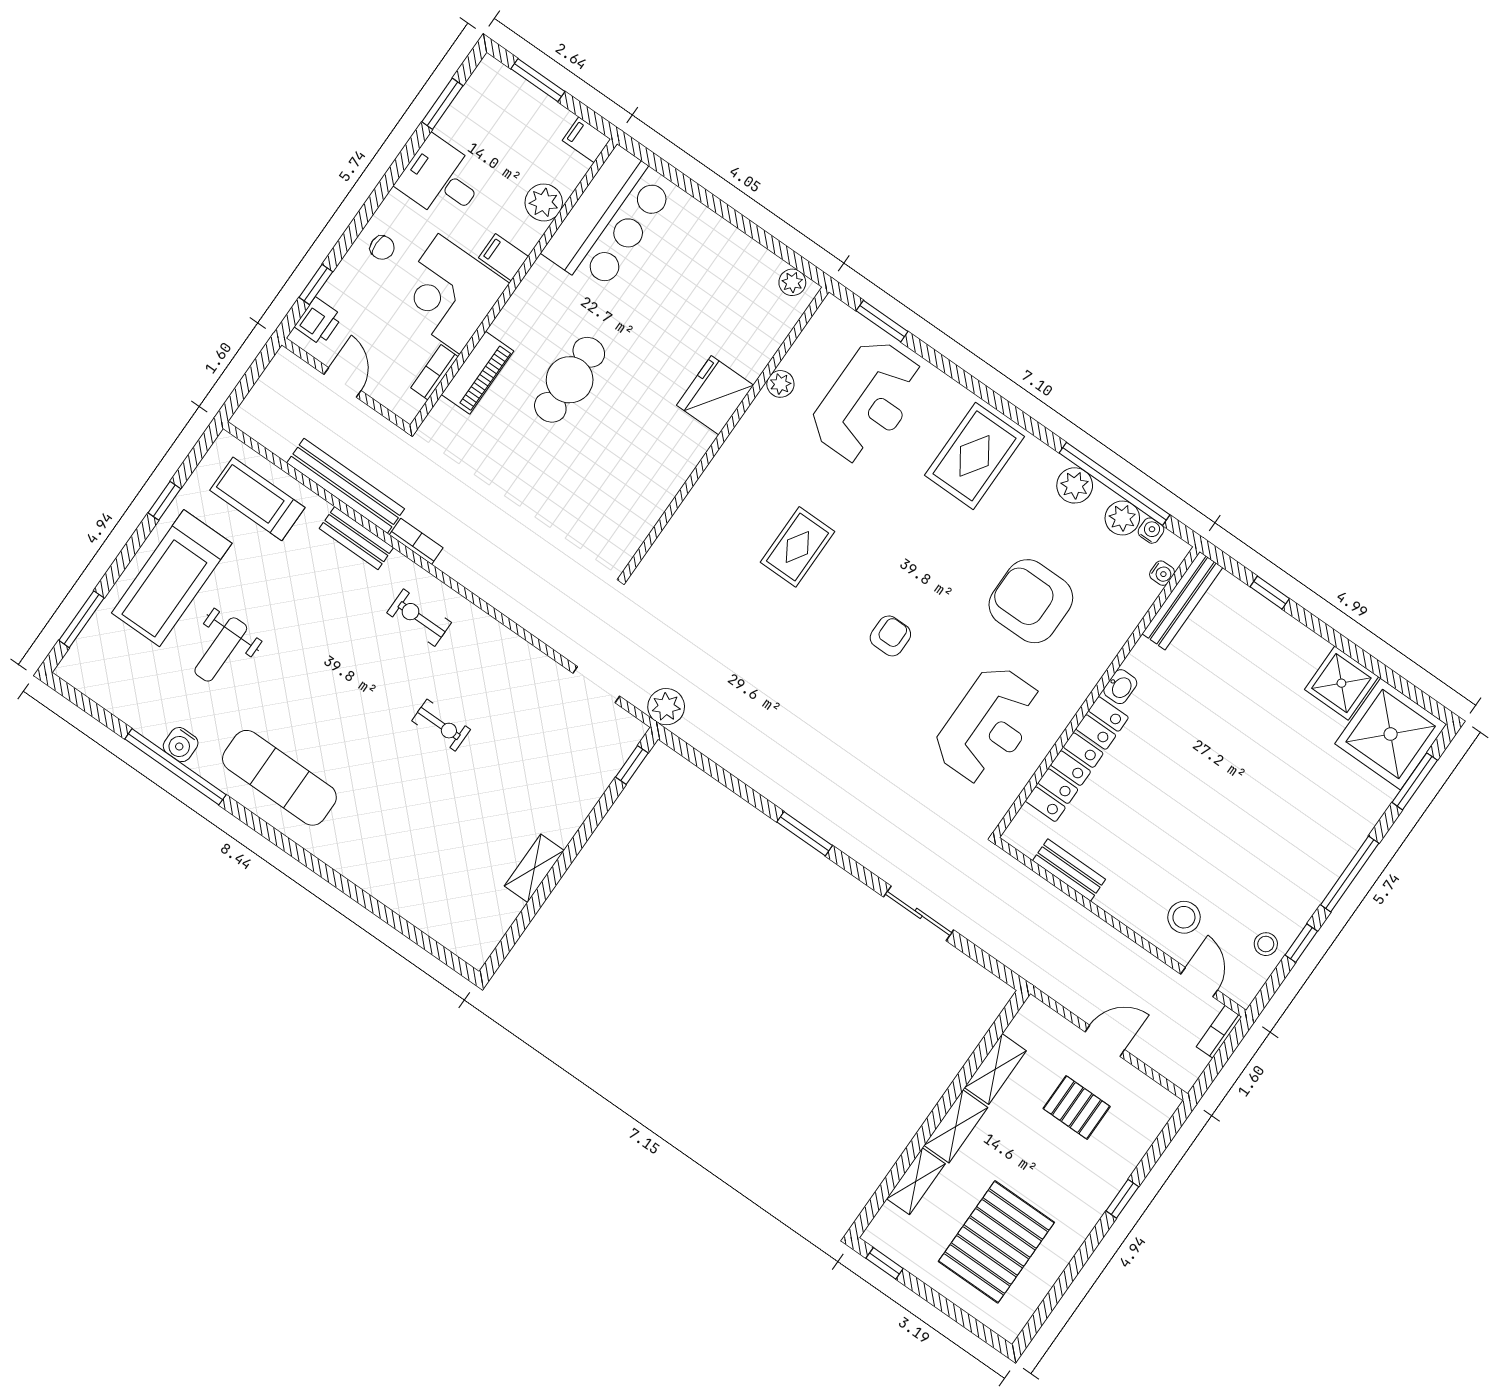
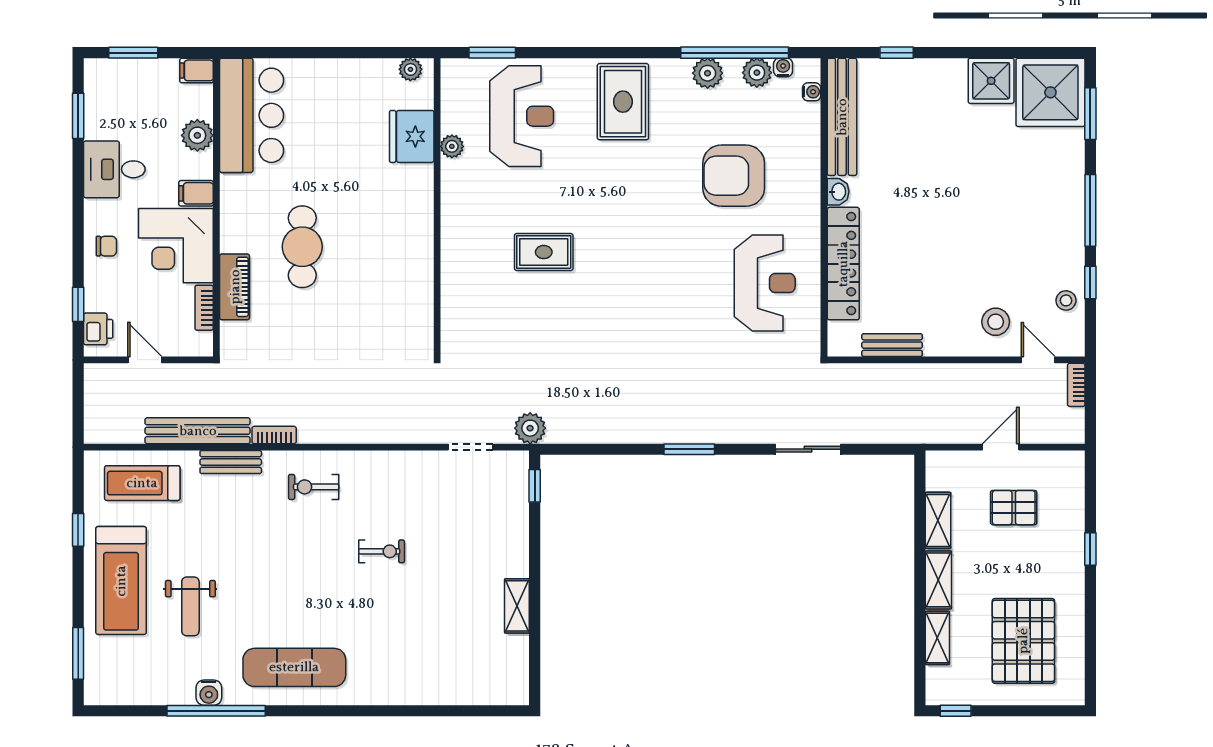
fridge: (715, 395) -> (412, 136), moved
rug: (797, 547) -> (544, 252), turned 90
bench: (1182, 601) -> (842, 117), width x1.37, depth x1.21
armchair: (890, 636) -> (652, 269), removed

